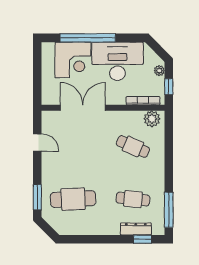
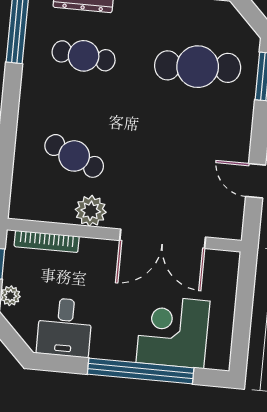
desk: (117, 61) -> (65, 327), width x0.53, depth x0.77
plant: (152, 119) -> (91, 211), moved

